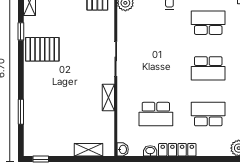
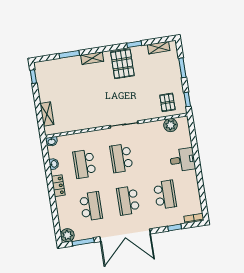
school desk: (156, 68) -> (121, 158), added
shelving: (108, 98) -> (92, 58), moved
locker: (177, 150) -> (58, 186), width x0.66

